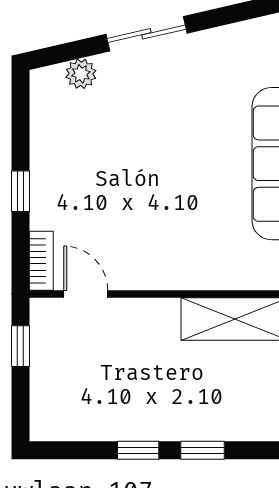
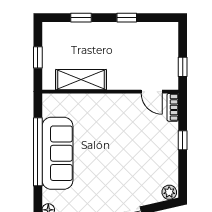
plant: (81, 74) -> (169, 192), moved
window: (203, 450) -> (81, 18), moved

